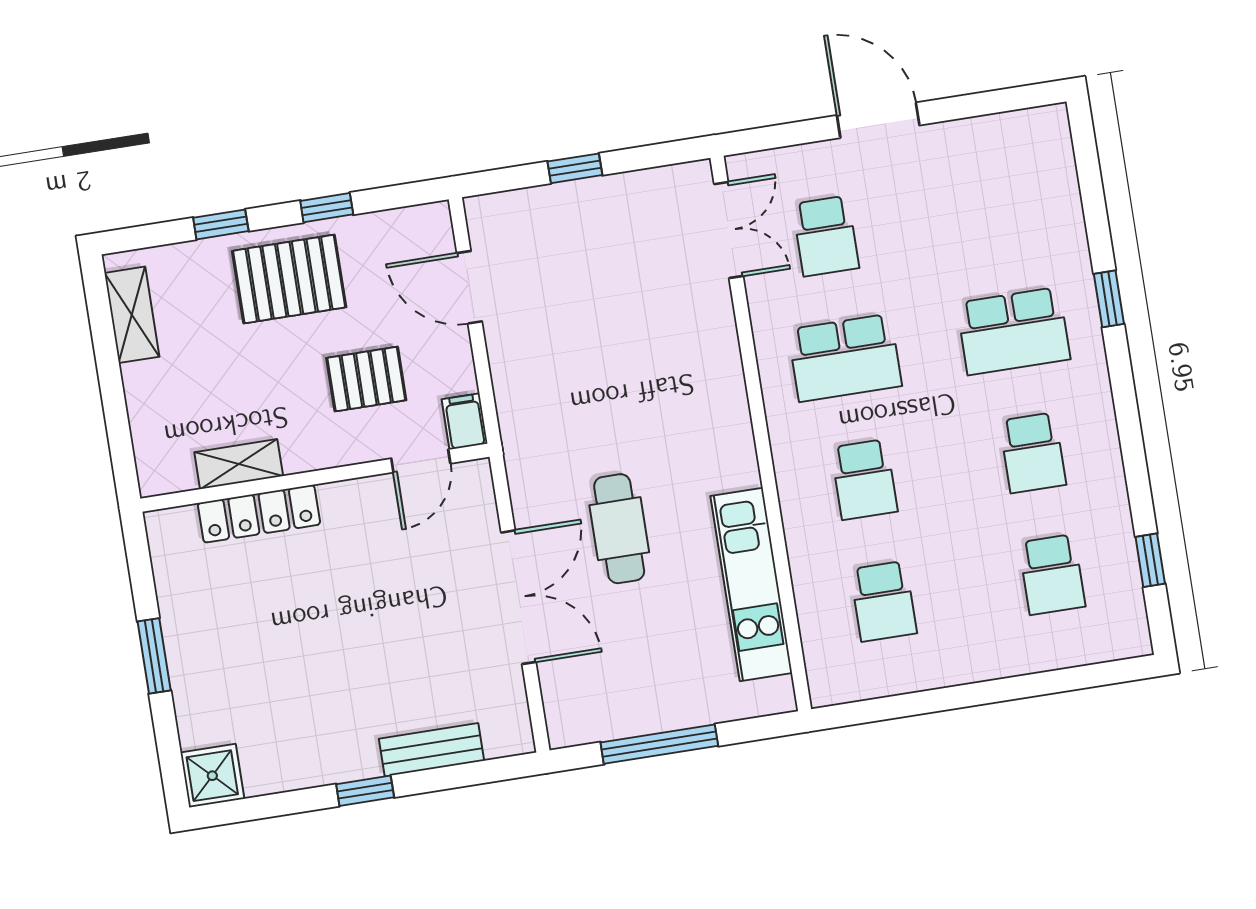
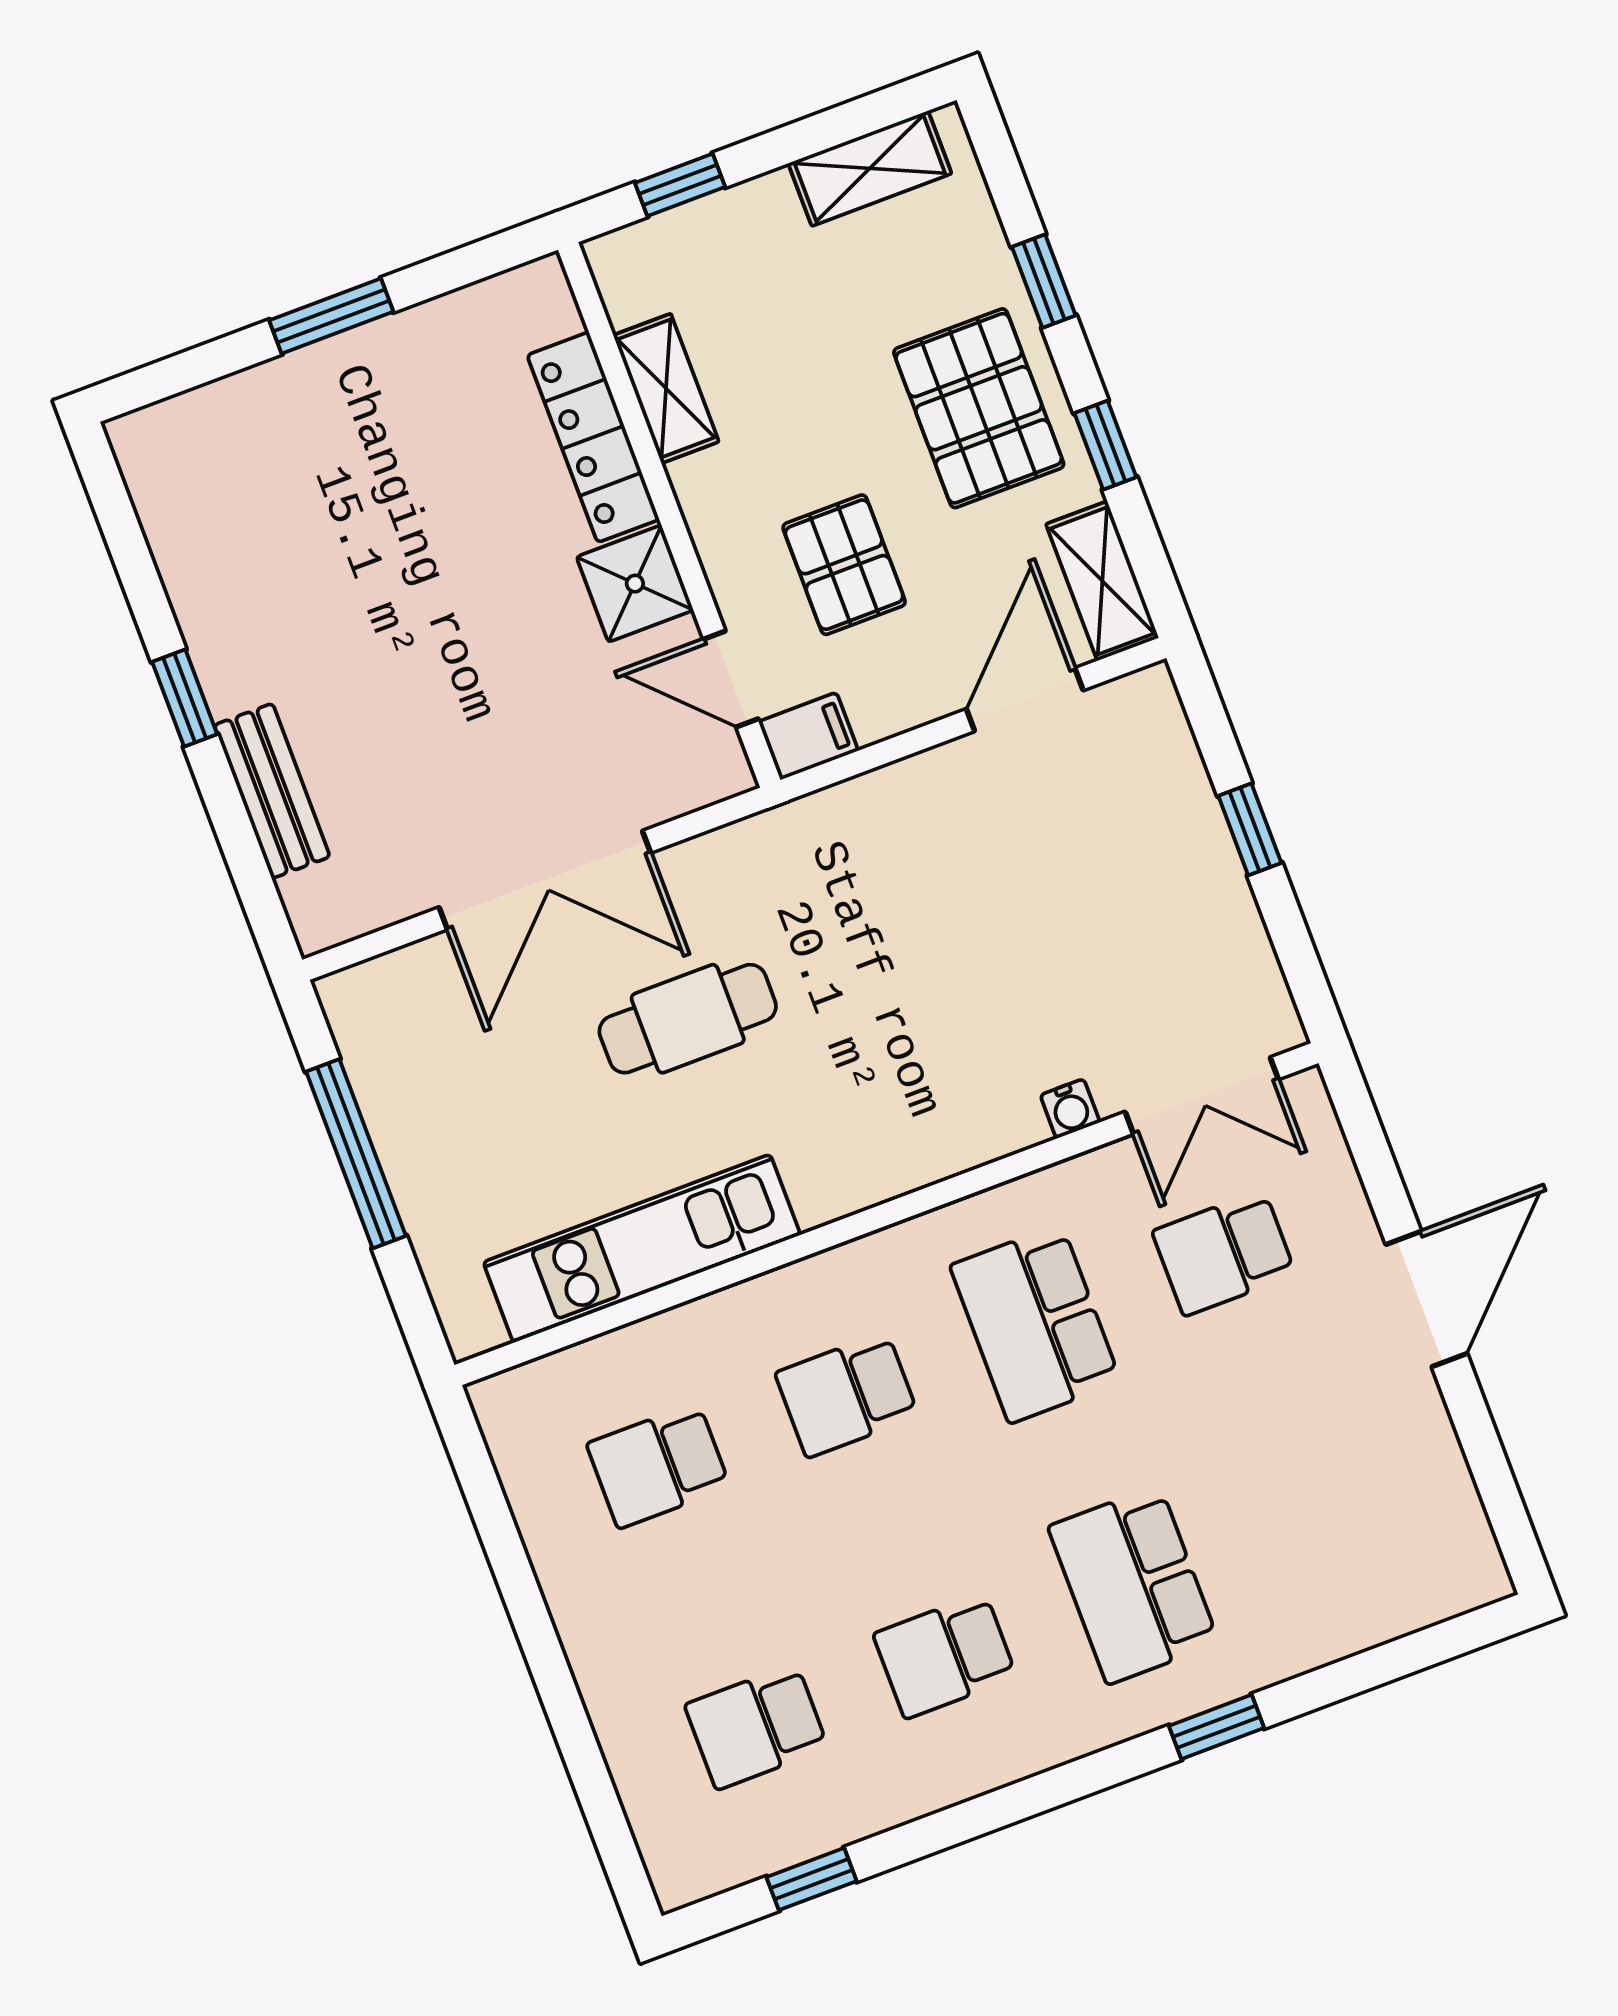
shelving: (408, 226) -> (1102, 581), added
water cooler: (720, 310) -> (1070, 1109), added
window: (118, 431) -> (680, 185), added
shower: (212, 776) -> (635, 584), moved

